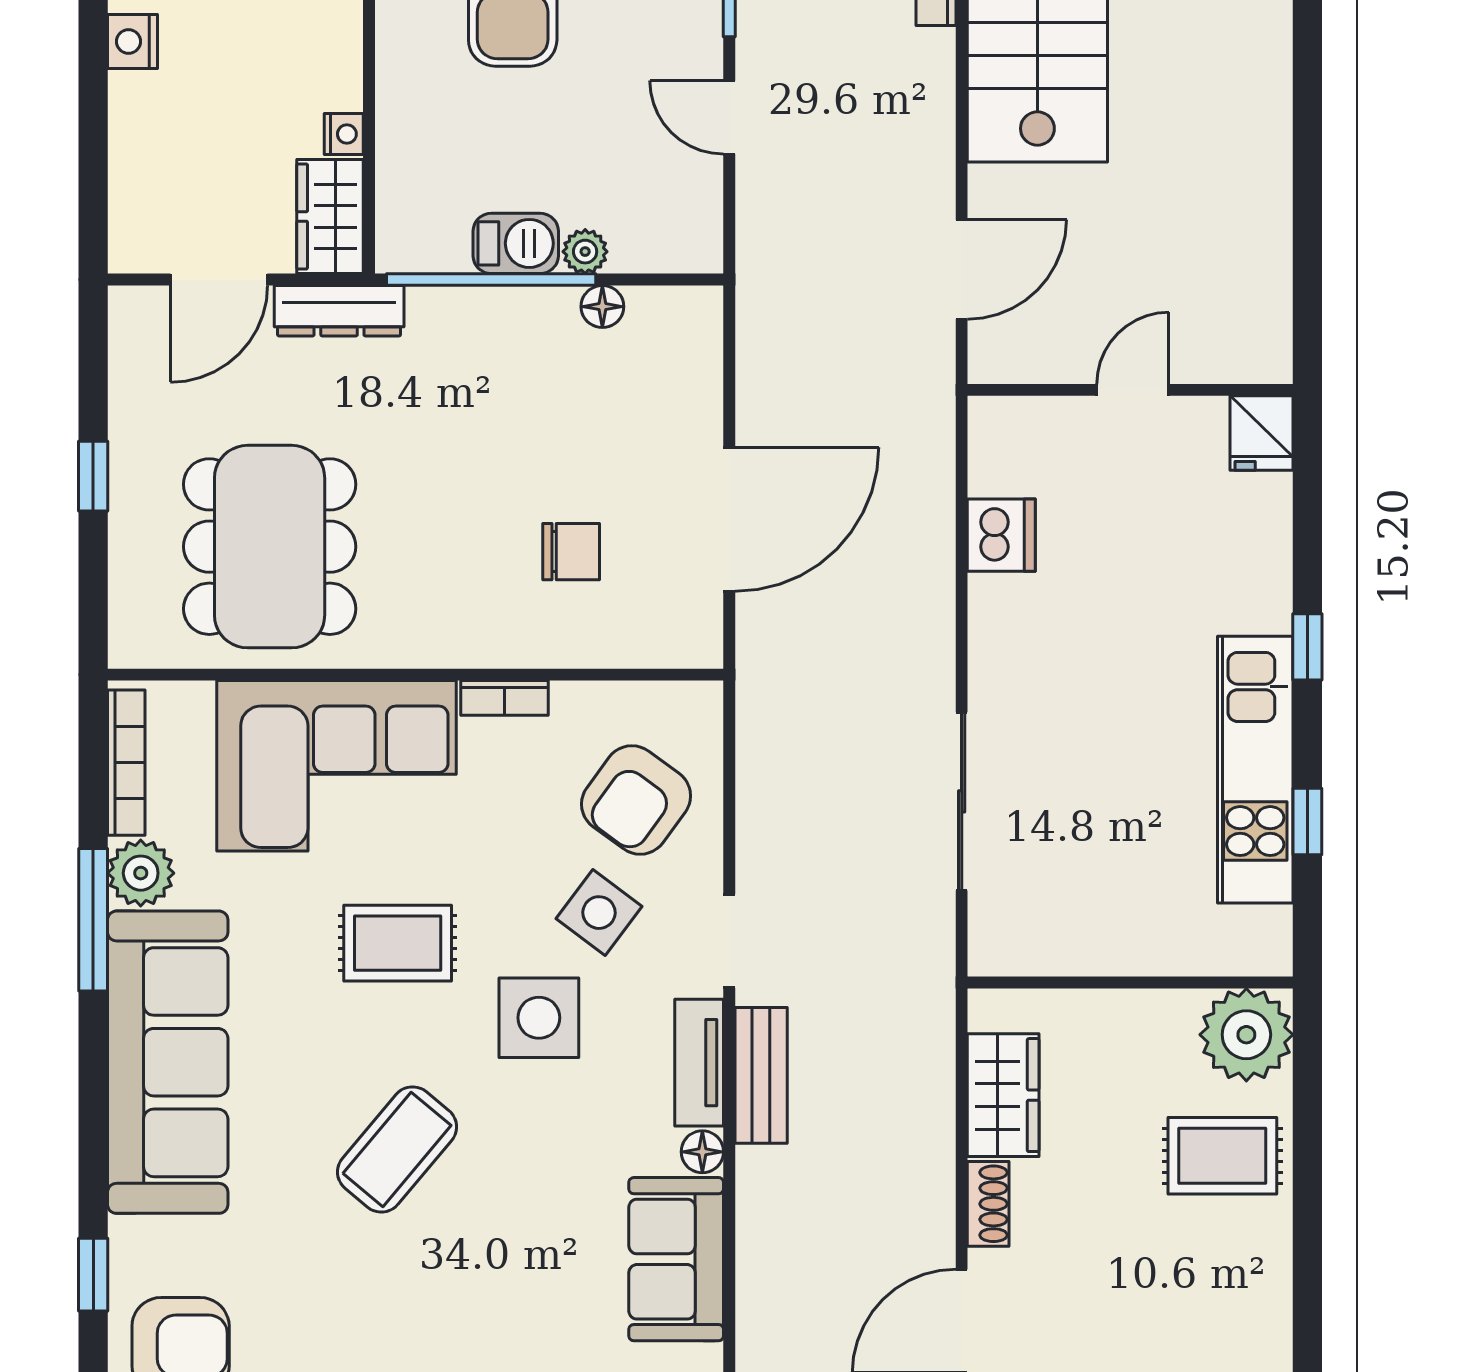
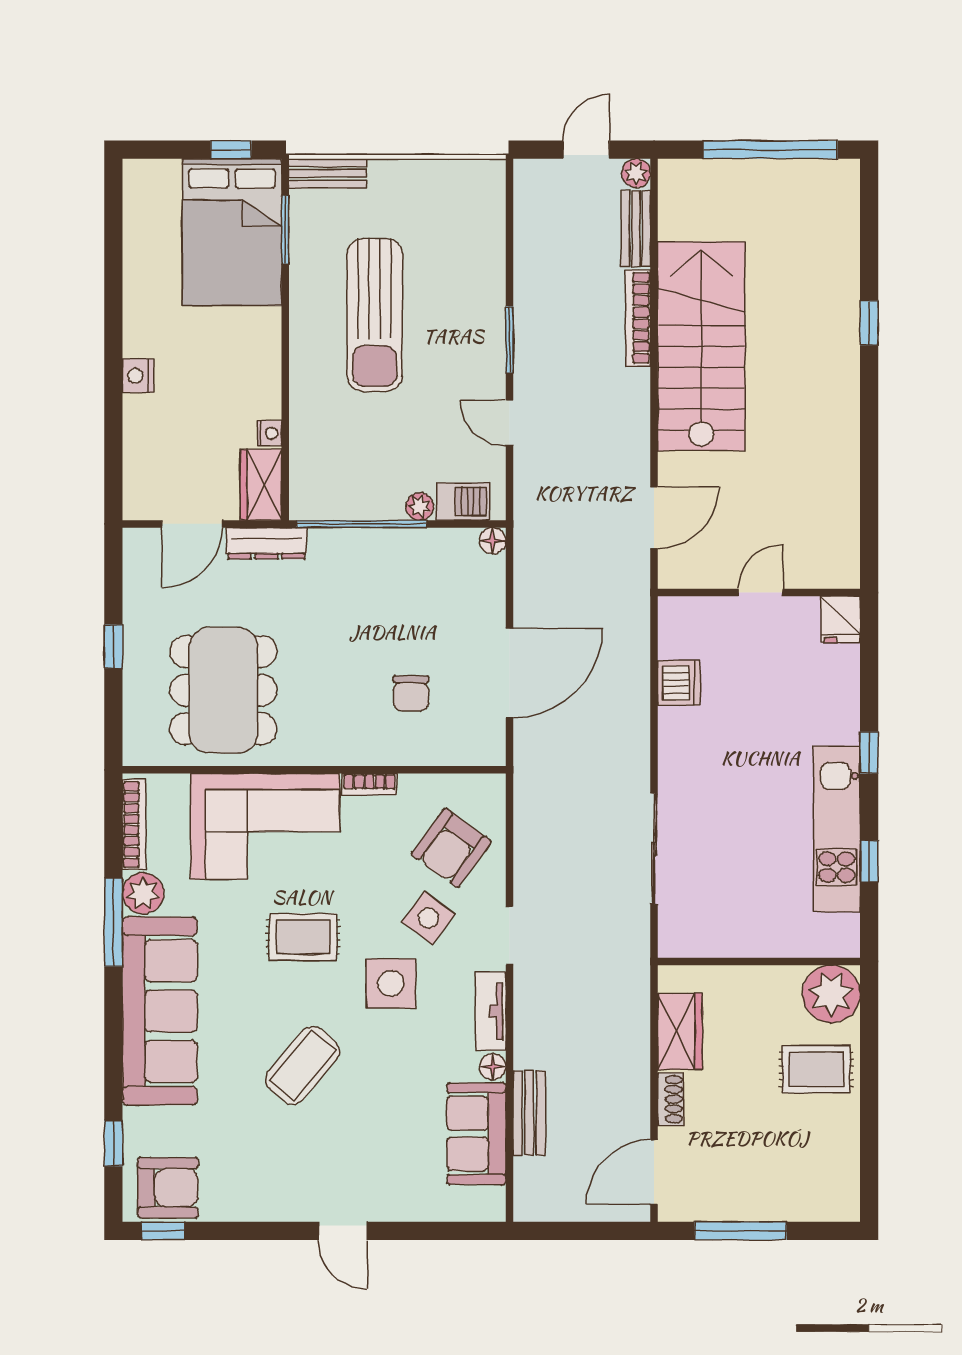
barbecue: (516, 243) -> (463, 501), moved
floor lamp: (602, 307) -> (493, 541), moved
chair: (571, 552) -> (411, 693), turned 90
bench: (761, 1075) -> (529, 1113), moved

